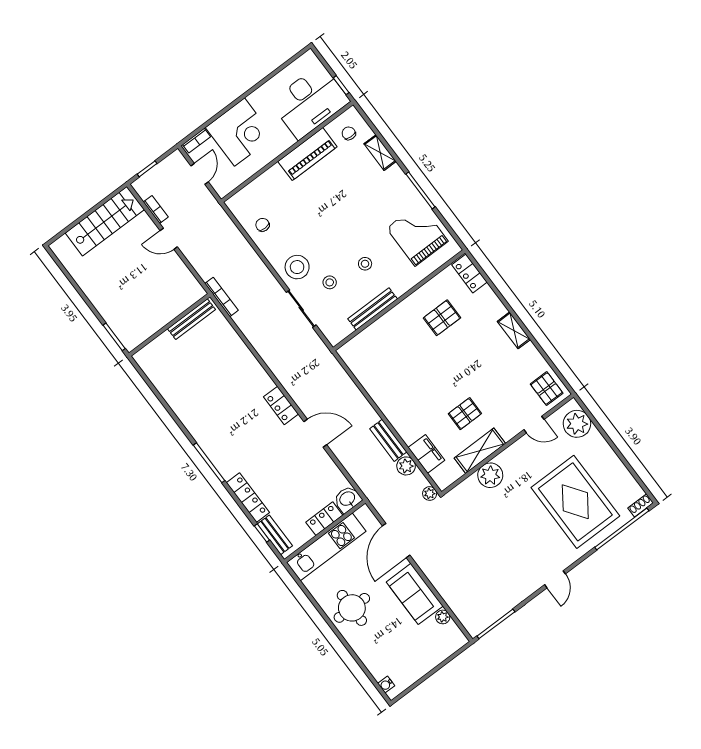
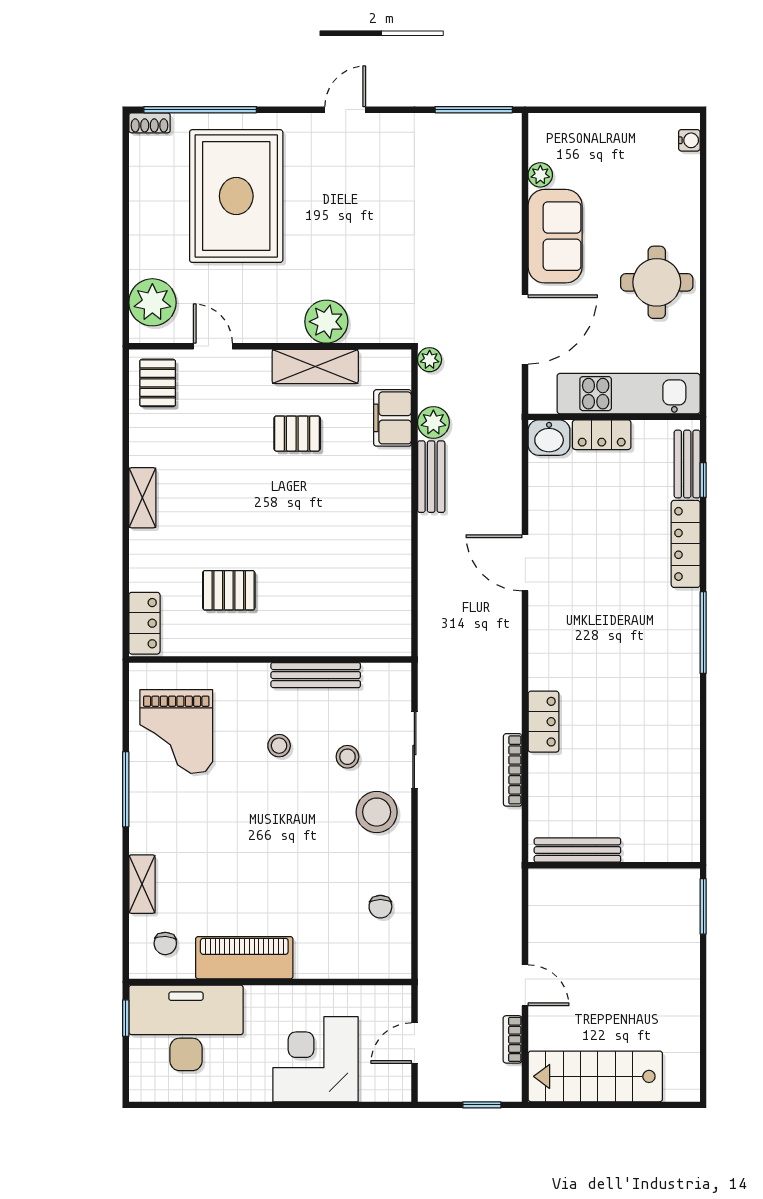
bookcase: (196, 141) -> (384, 1092), removed
bookcase: (221, 297) -> (513, 770), moved
locker: (281, 405) -> (543, 722), moved

